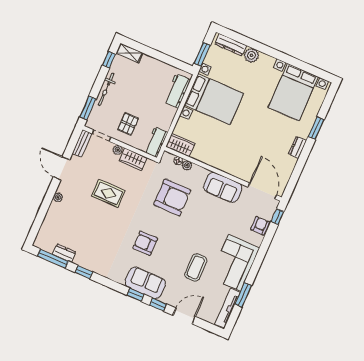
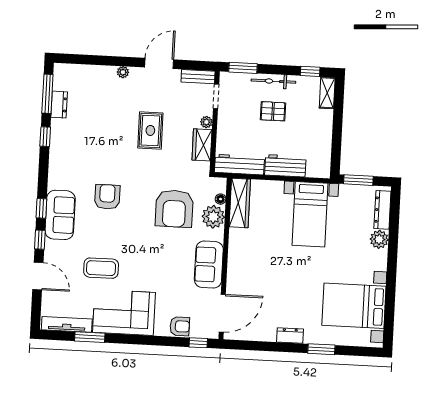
workbench: (177, 91) -> (285, 166), moved
bed with nightstands: (214, 99) -> (310, 214), width x0.73
pallet: (128, 124) -> (273, 111), moved
workbench: (156, 142) -> (239, 165), width x1.38
wardrobe: (180, 145) -> (240, 203), width x1.50
plant: (187, 165) -> (213, 217), width x1.88, depth x1.88

